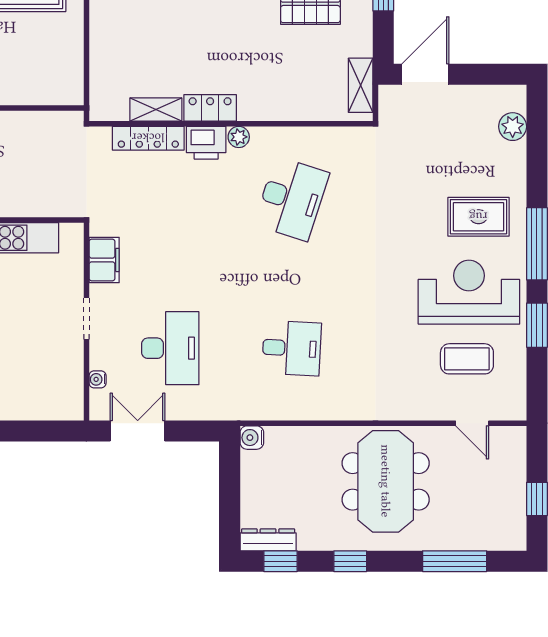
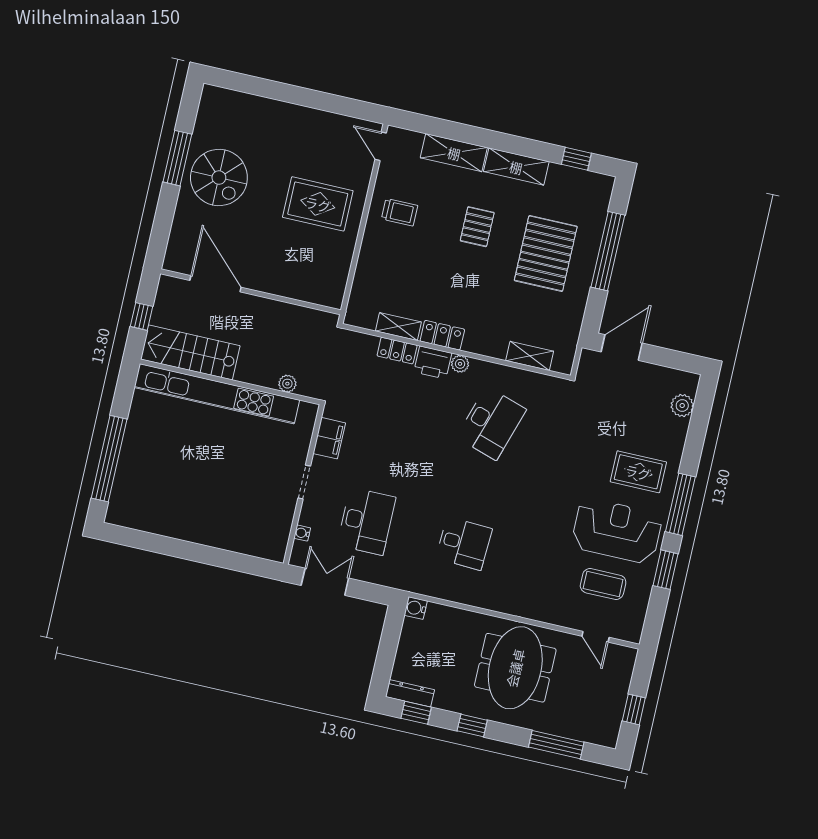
shelving: (361, 85) -> (530, 356), moved, turned 90
locker: (148, 138) -> (397, 351), width x0.66
plant: (40, 207) -> (287, 384), added

